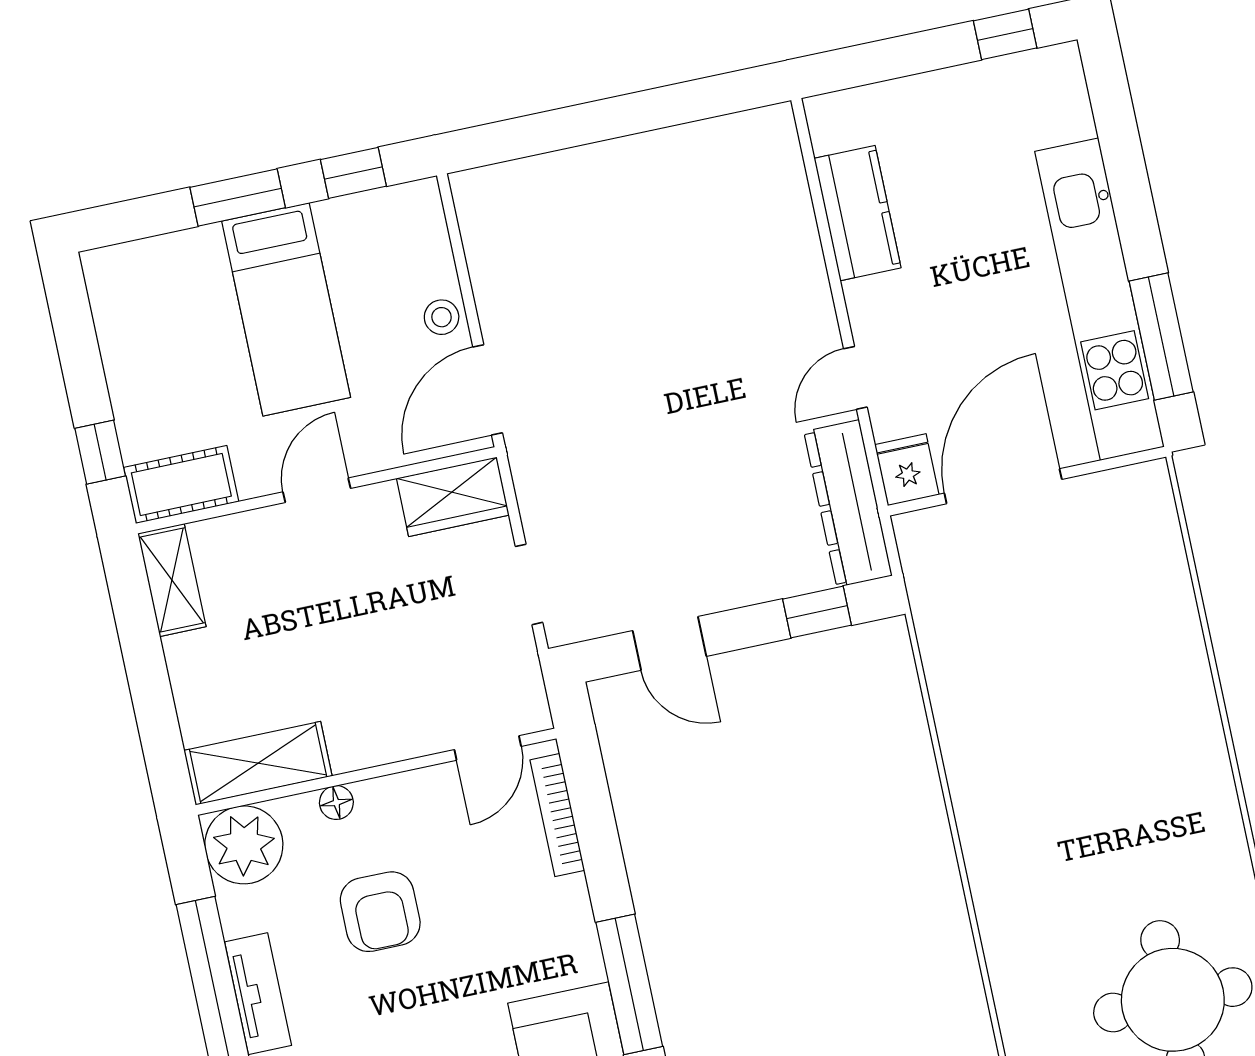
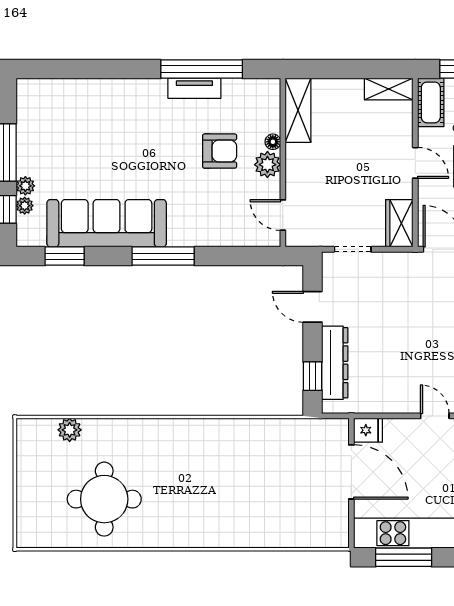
door: (855, 378) -> (435, 416), moved
dresser: (848, 504) -> (335, 363), moved, turned 90
door: (670, 643) -> (313, 307), hinge flipped
bookcase: (557, 815) -> (246, 240), removed
plant: (244, 845) -> (267, 165), moved, width x0.73, depth x0.73
armchair: (380, 912) -> (220, 151), turned 180

